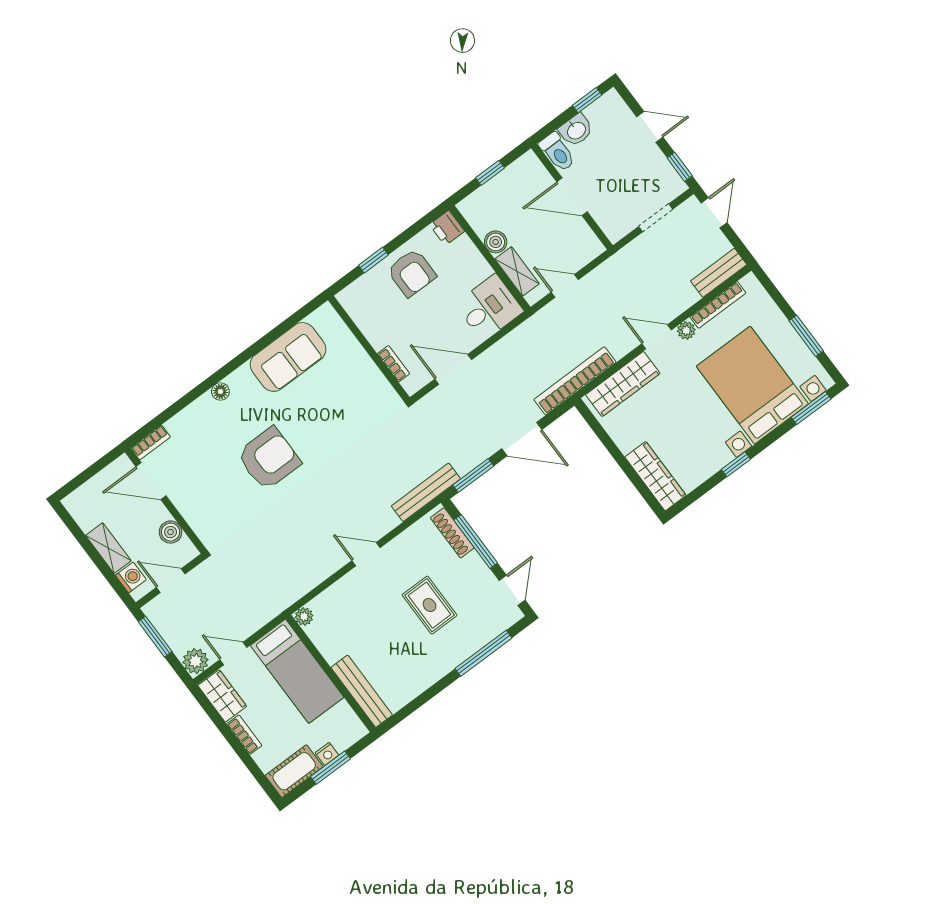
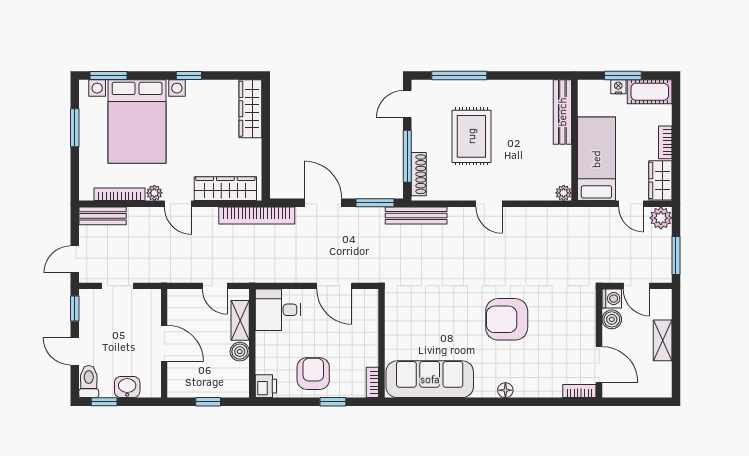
toilet: (557, 152) -> (89, 382), moved
sofa: (288, 357) -> (430, 379), width x1.36
bookcase: (393, 364) -> (372, 382), moved
washing machine: (131, 577) -> (612, 299), moved, turned 180
rug: (430, 605) -> (471, 136), width x1.36, depth x1.43

